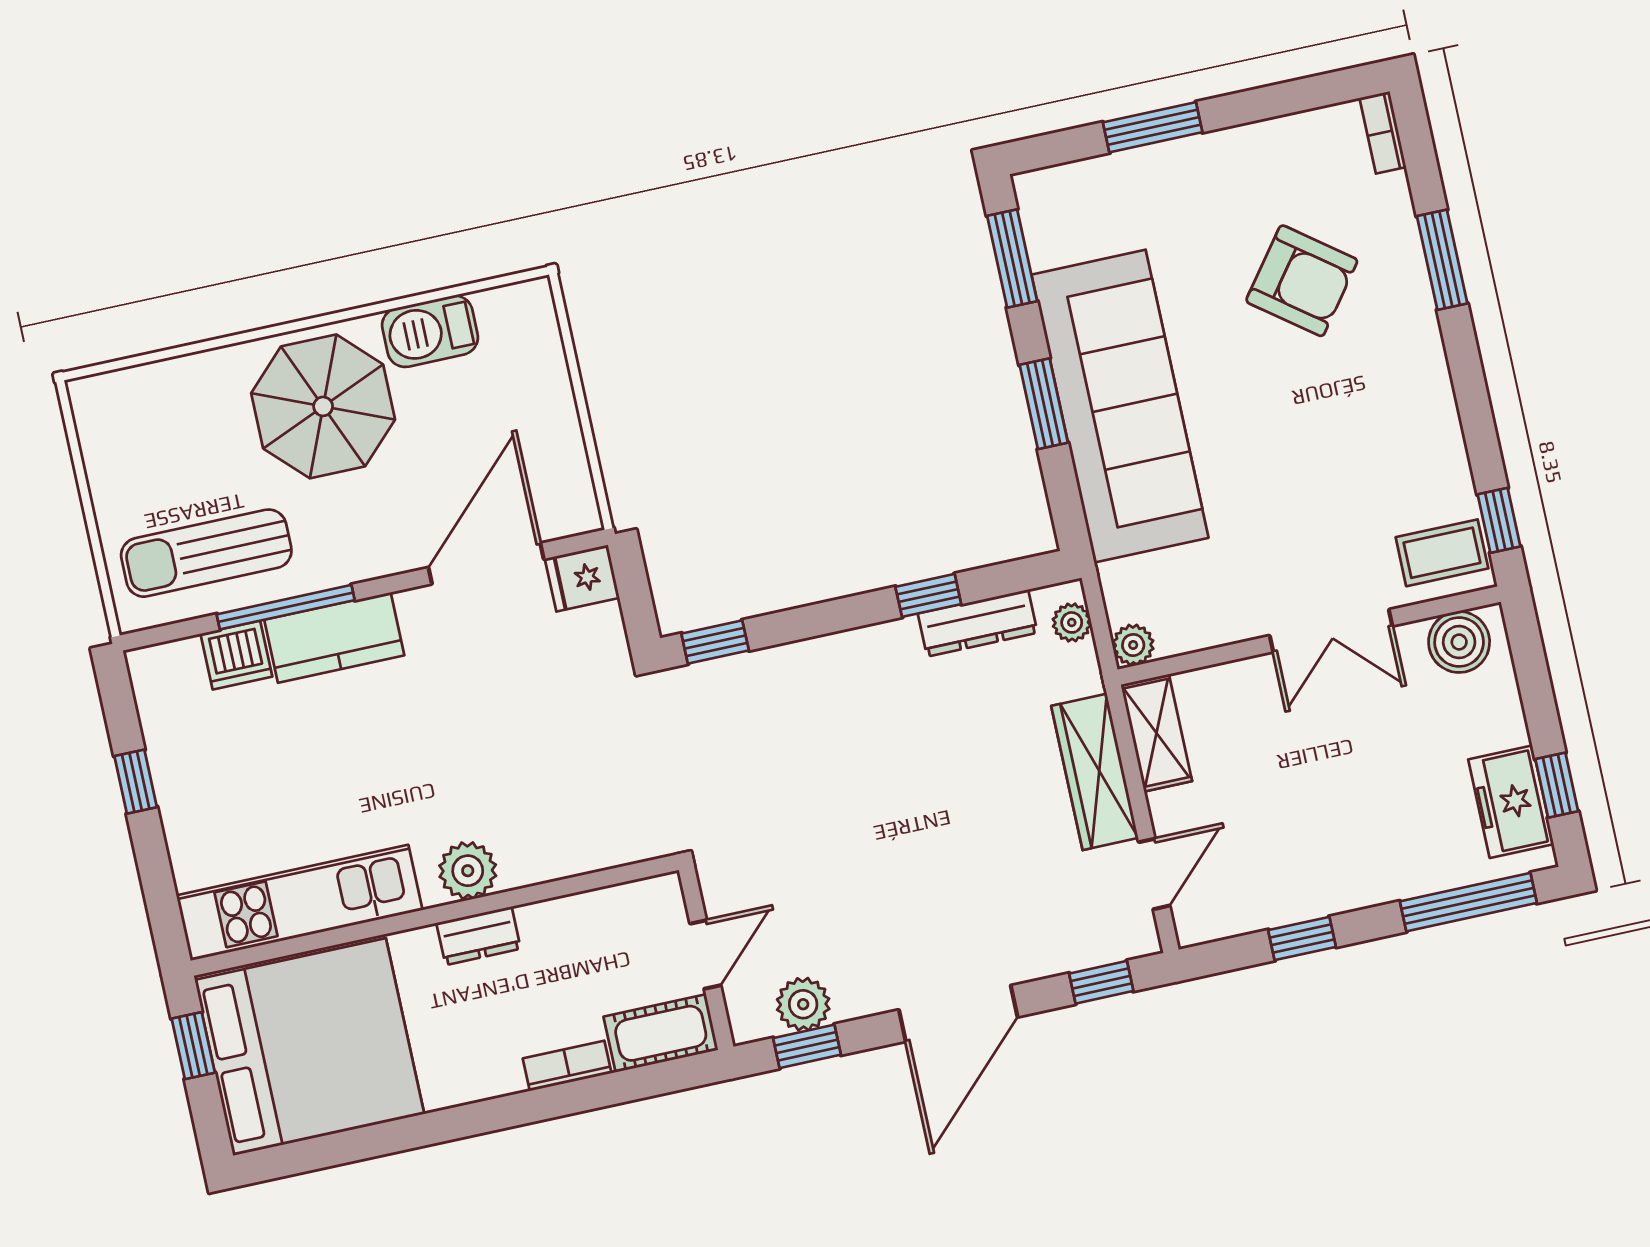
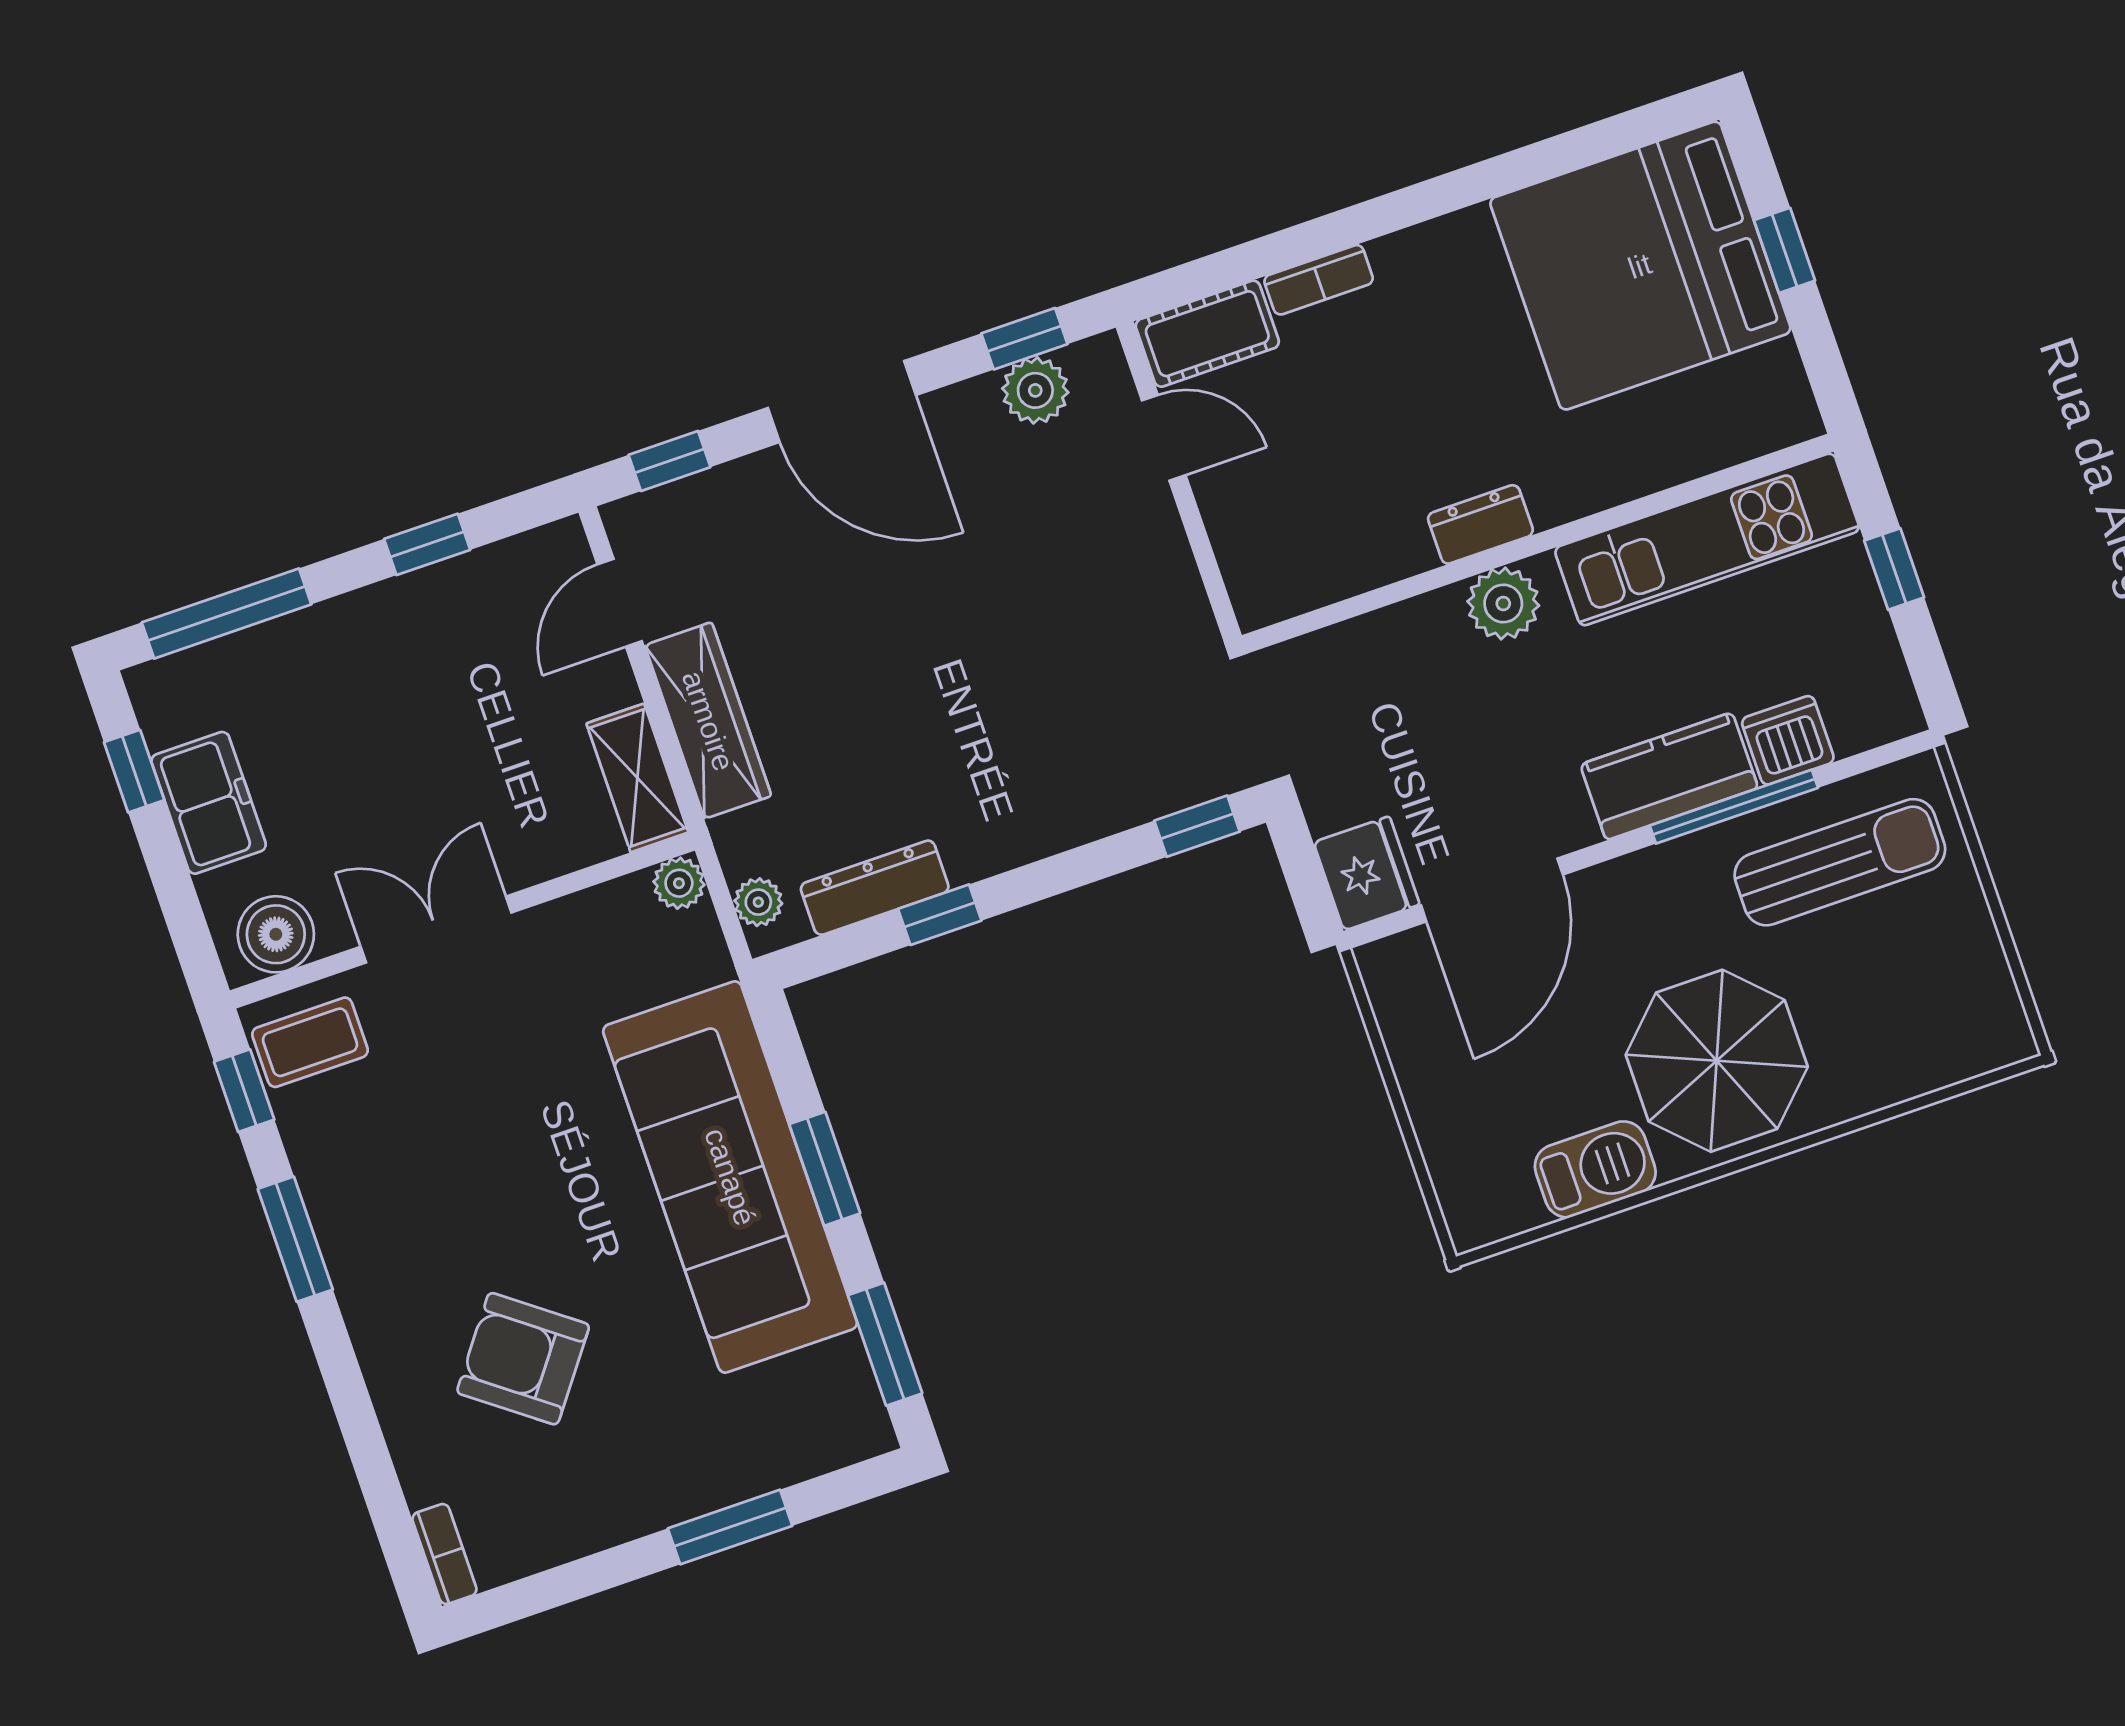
window: (1442, 260) -> (295, 1239), moved
fridge: (582, 578) -> (1367, 873), width x1.38
freezer: (1511, 802) -> (209, 803), moved
plant: (468, 871) -> (1503, 604), moved
kitchen unit: (299, 903) -> (1707, 539), moved
wall: (435, 915) -> (1538, 543), moved
dresser: (479, 936) -> (1480, 524), moved
door: (705, 954) -> (1164, 438), swing flipped
door: (958, 1013) -> (842, 402), swing flipped

